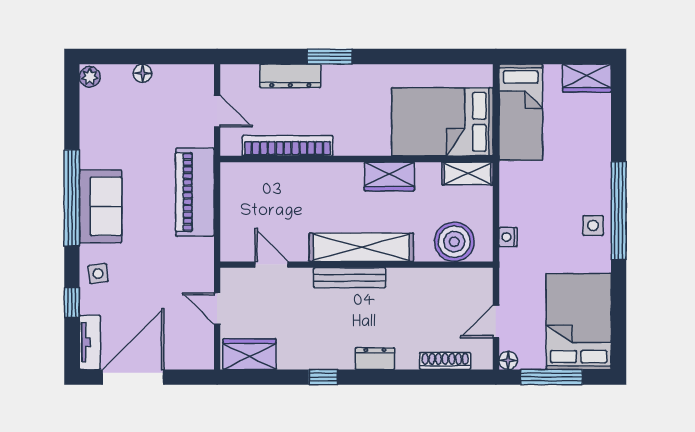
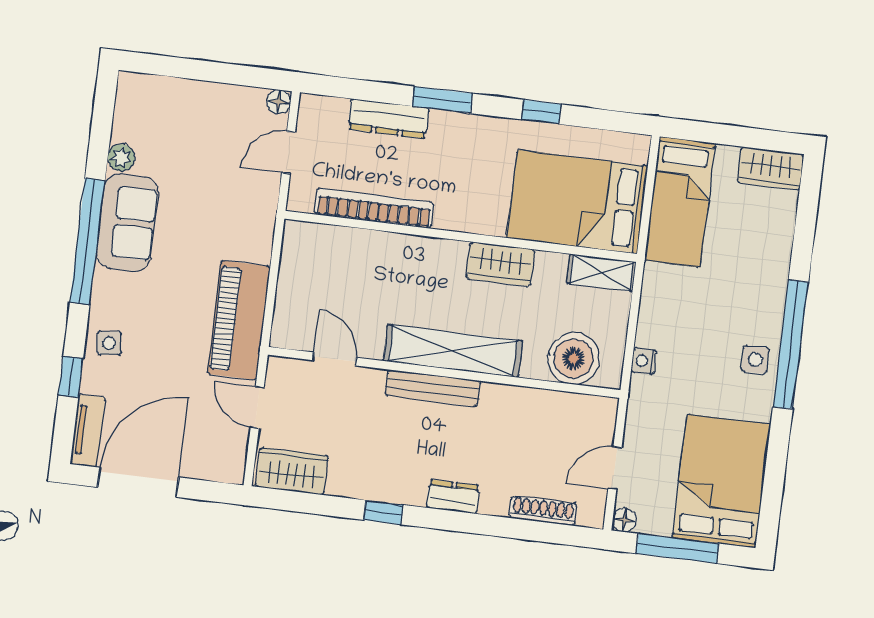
window: (406, 56) -> (541, 112), added
floor lamp: (143, 73) -> (279, 102), moved
plant: (90, 77) -> (121, 158), moved
door: (217, 111) -> (288, 152), swing flipped
piano: (195, 192) -> (239, 320), moved
sofa: (101, 206) -> (127, 223), moved

